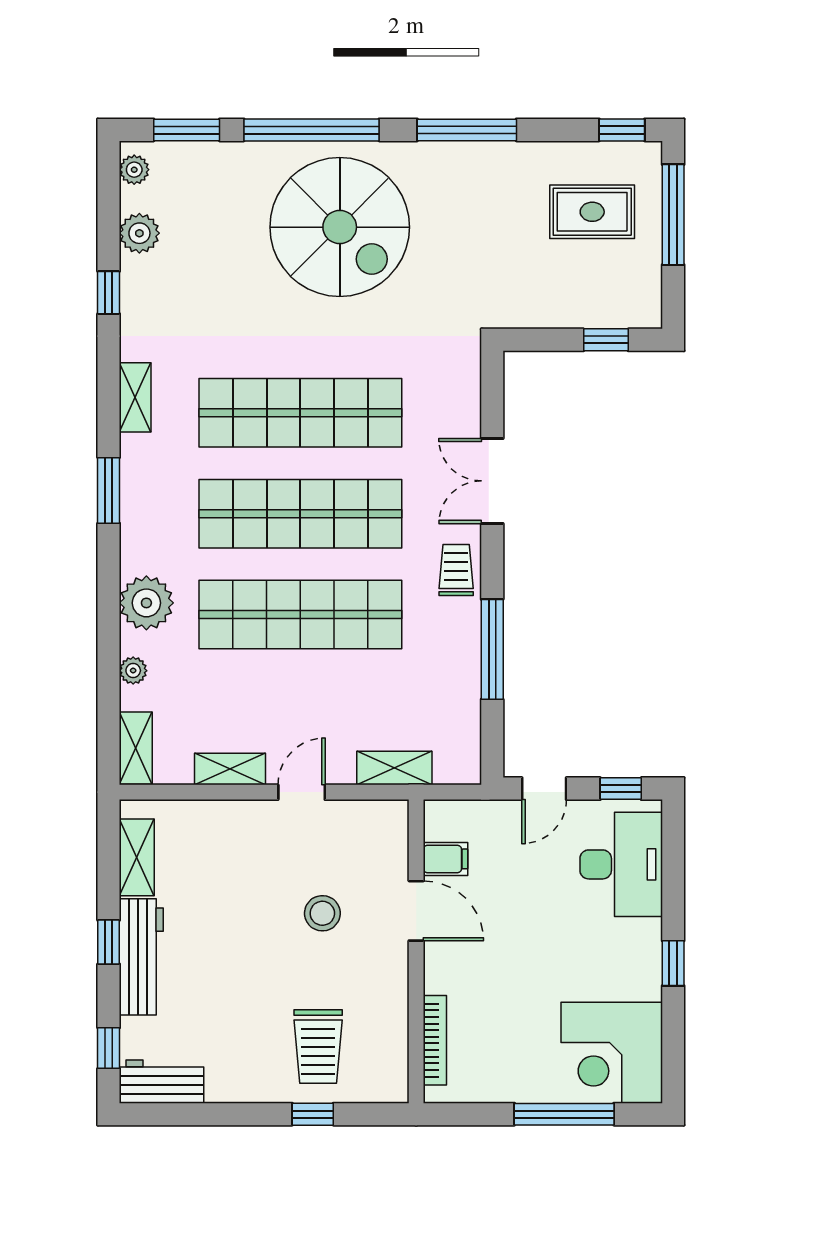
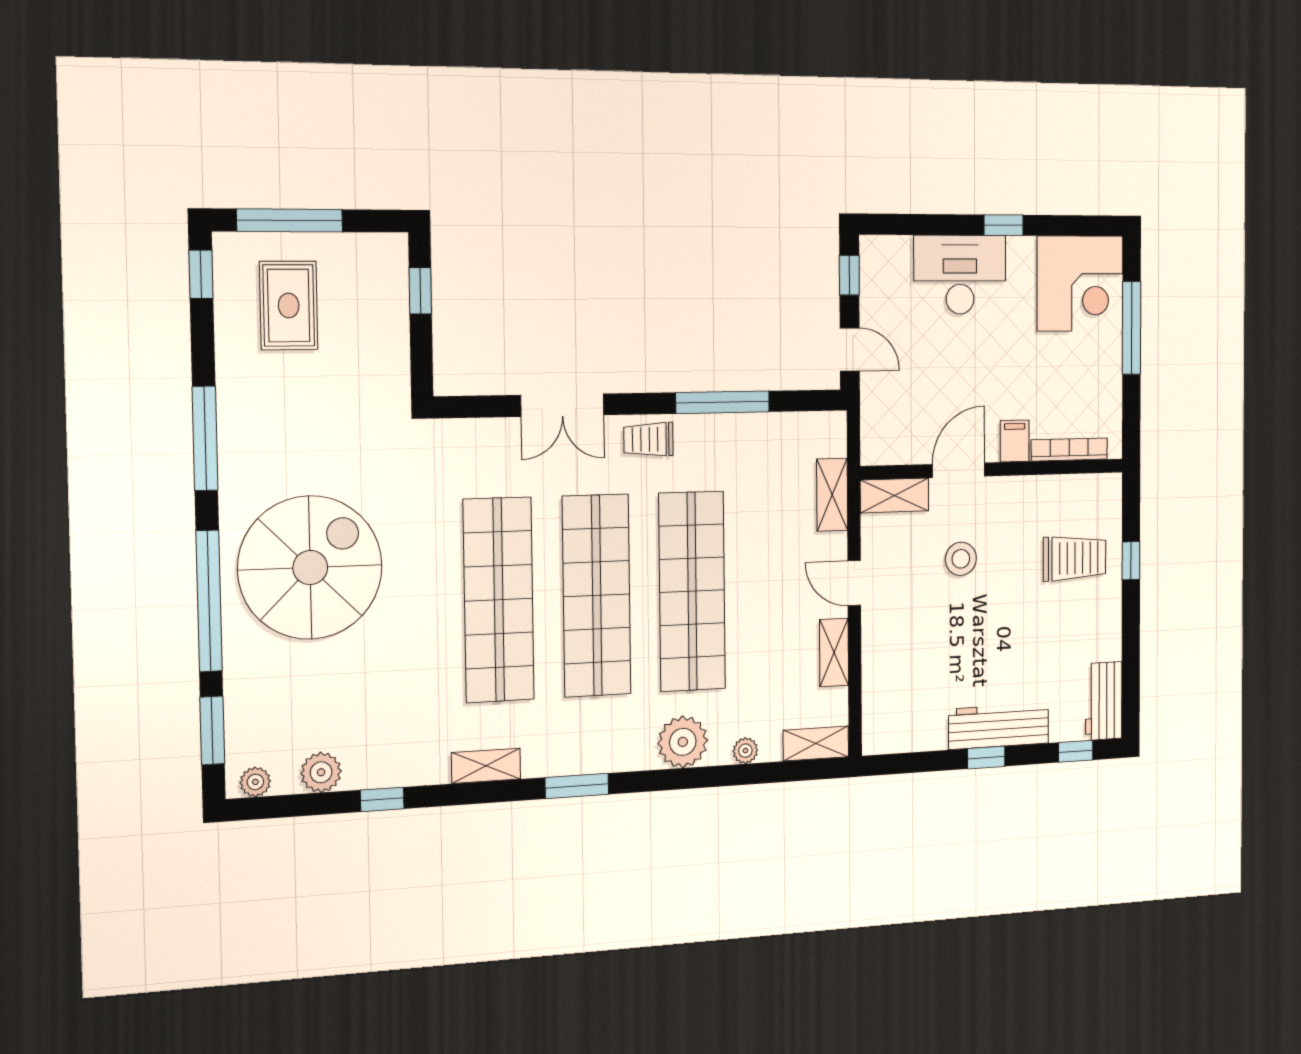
shelving: (137, 857) -> (895, 495), moved
filing cabinet: (445, 859) -> (1015, 441), moved
desk: (621, 864) -> (960, 275), moved

